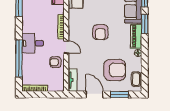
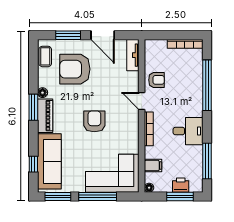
window: (145, 24) -> (33, 107), moved
desk: (33, 43) -> (188, 131), moved

